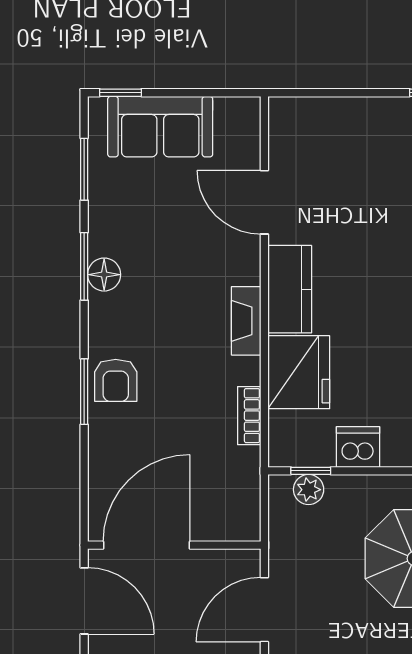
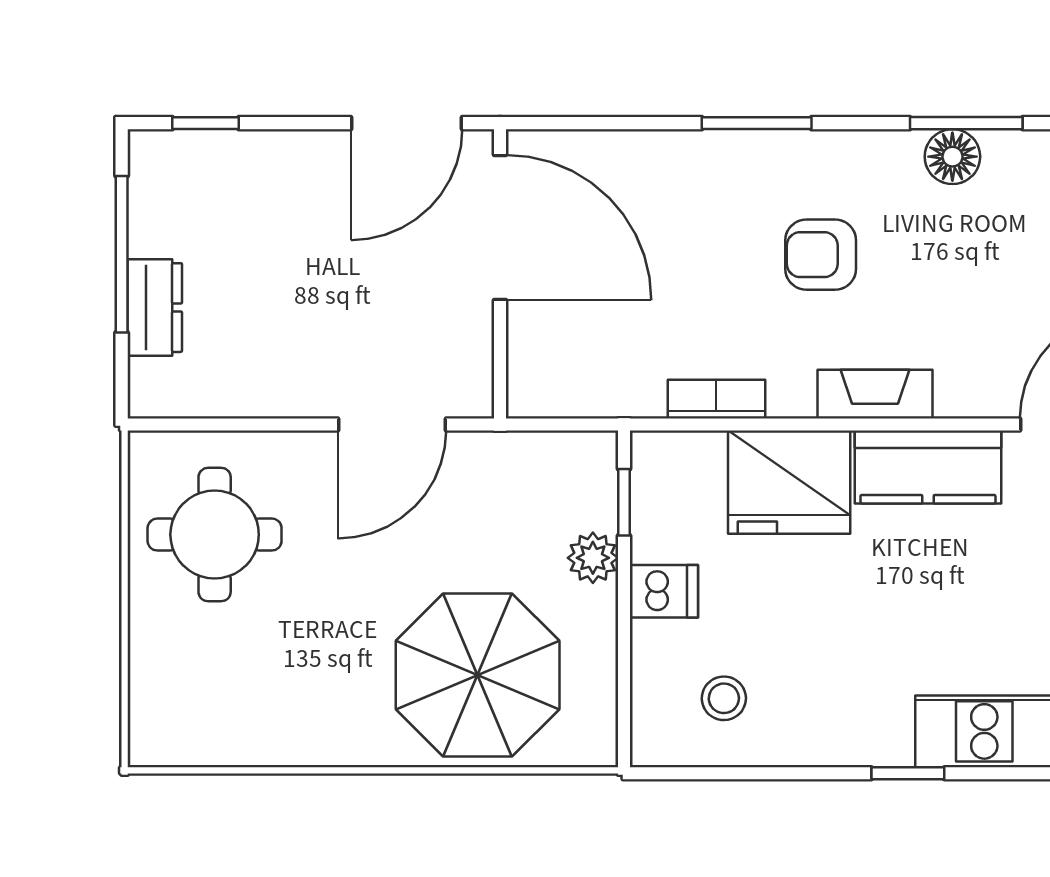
armchair: (116, 380) -> (821, 255), moved
dishwasher: (358, 447) -> (664, 591), width x0.73
plant: (309, 490) -> (593, 558), moved
door: (264, 610) -> (392, 425), swing flipped

